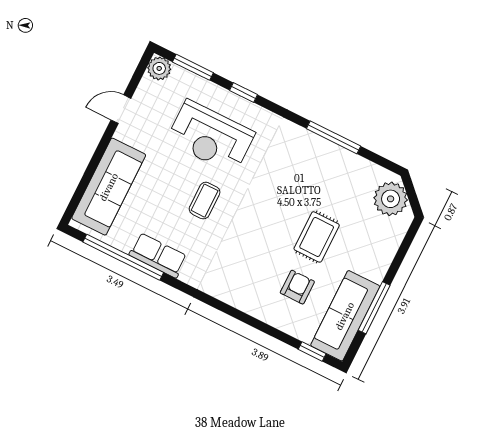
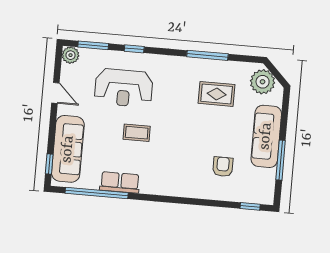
door: (121, 109) -> (55, 93), swing flipped
window: (77, 197) -> (49, 164), added
coffee table: (205, 201) -> (137, 133), turned 90
rug: (317, 237) -> (217, 94), moved, turned 90
sofa: (345, 316) -> (266, 136), moved

